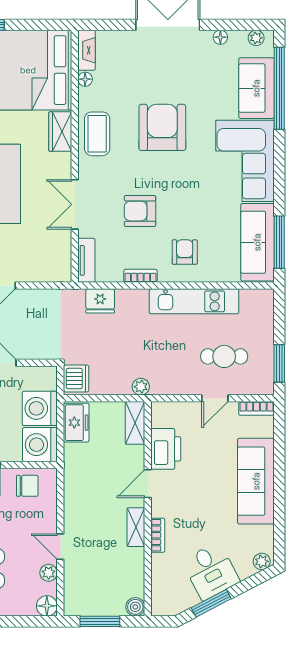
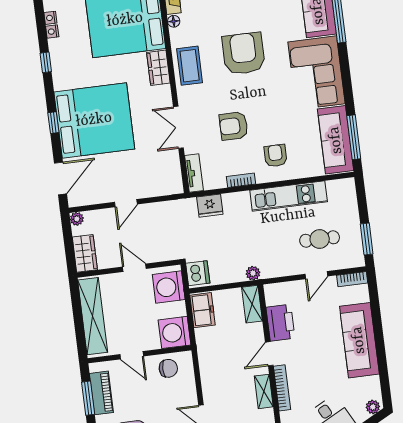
washing machine: (40, 408) -> (169, 287), moved
bookcase: (158, 535) -> (282, 388), width x1.56

